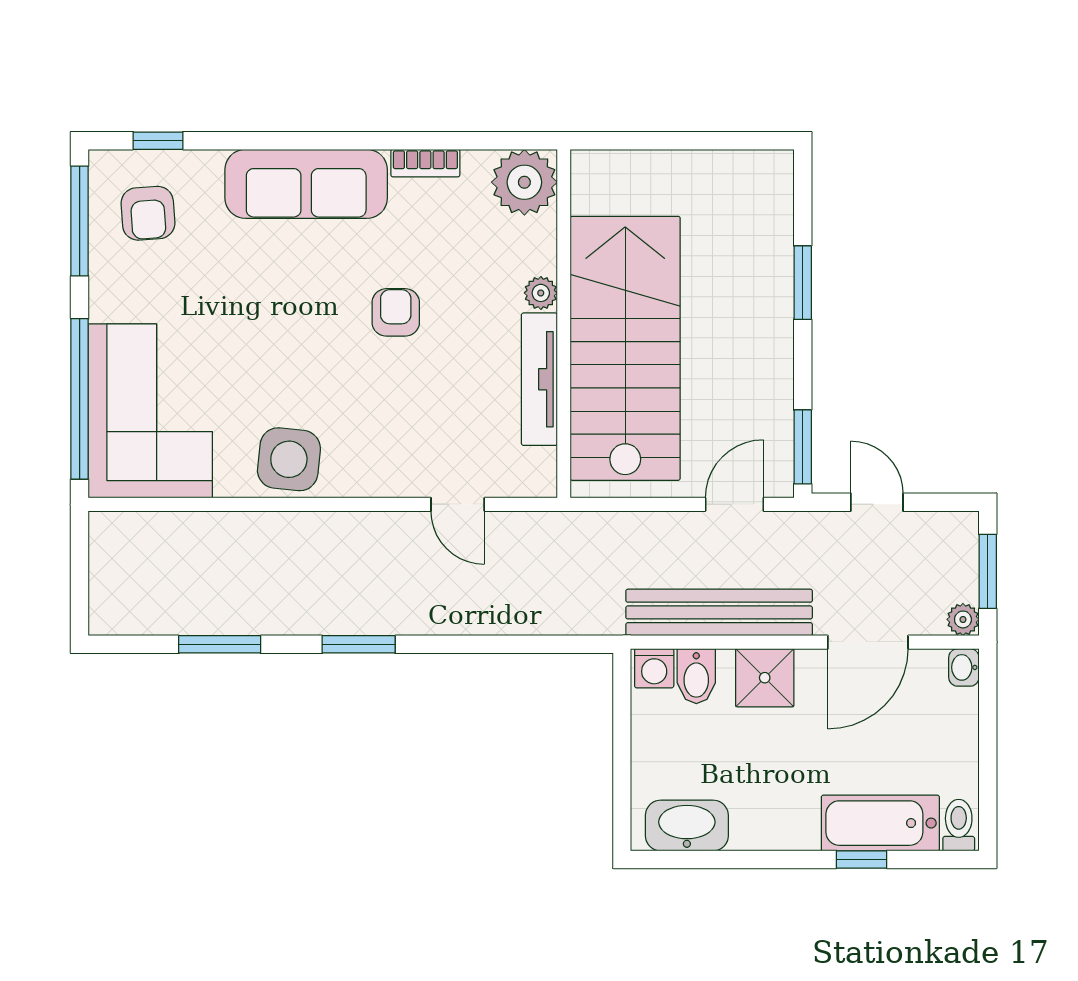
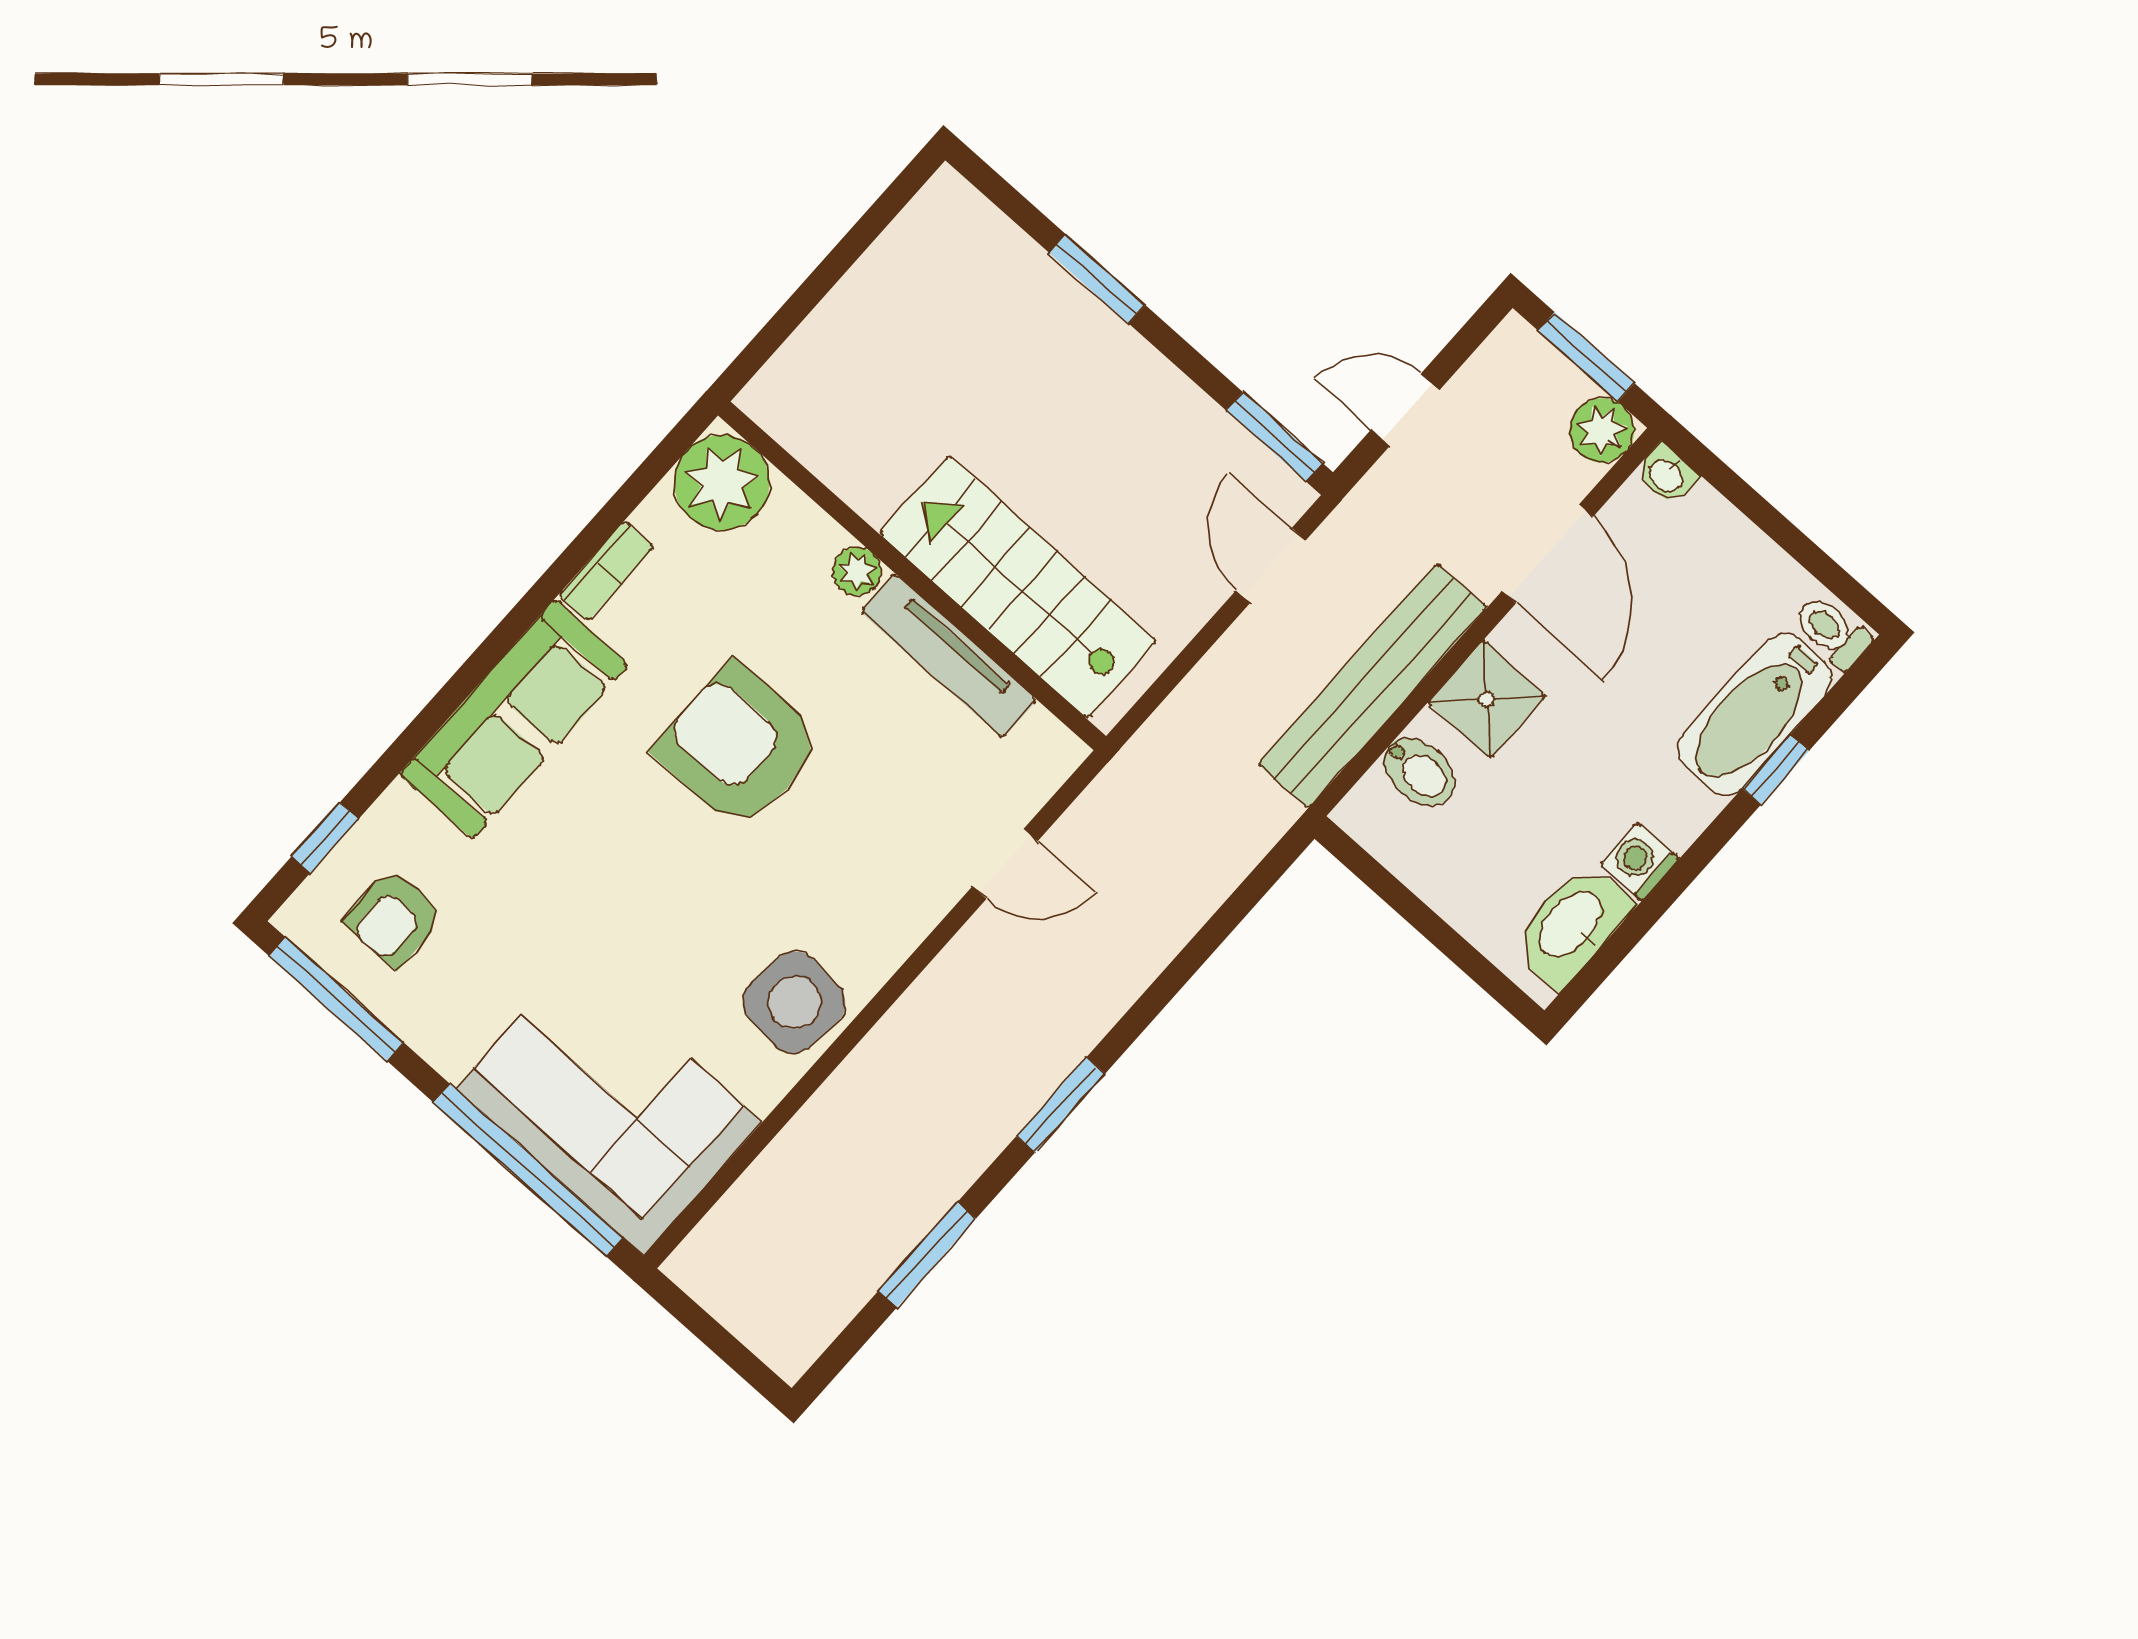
armchair: (148, 213) -> (394, 918), turned 94
armchair: (396, 312) -> (739, 746), width x1.88, depth x1.88
stairs: (625, 348) -> (1018, 587), width x0.73, depth x0.66
plant: (963, 619) -> (1602, 430), width x1.38, depth x1.38
washing machine: (654, 668) -> (1639, 861), moved, turned 180

